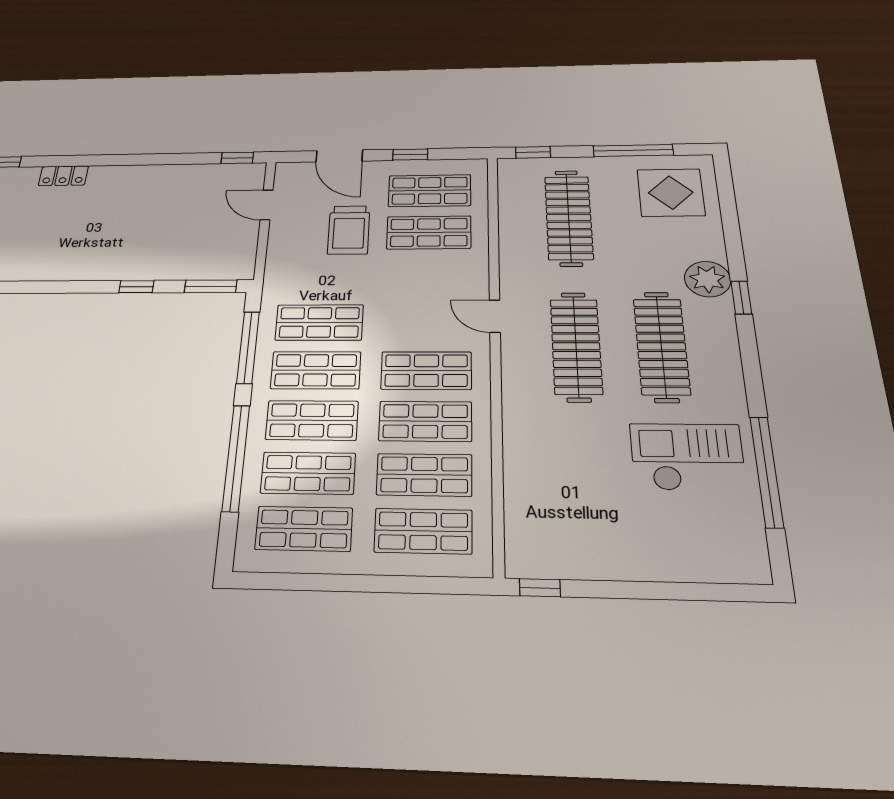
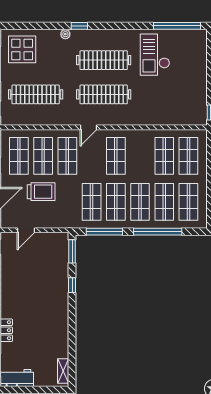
plant: (708, 279) -> (65, 34), width x0.53, depth x0.53
shop shelf: (425, 421) -> (67, 156), moved
window: (767, 471) -> (177, 26), moved

